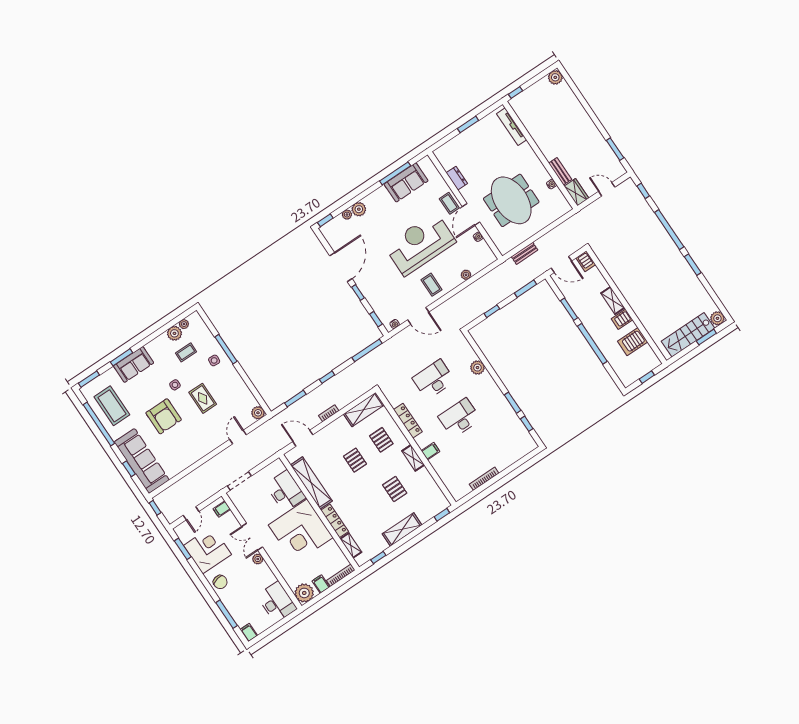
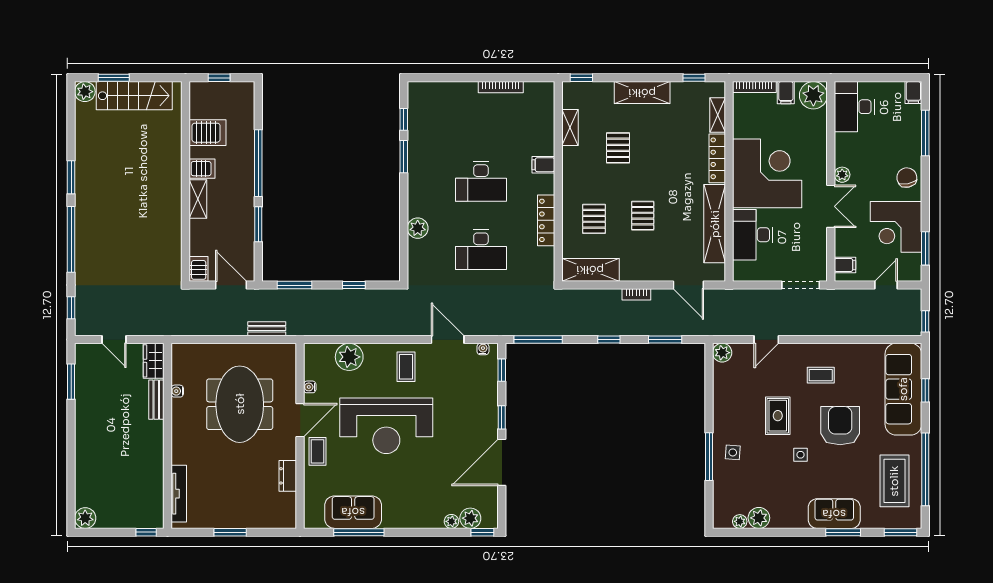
plant: (359, 209) -> (470, 518), moved
plant: (466, 275) -> (349, 357), width x1.88, depth x1.88
coffee table: (186, 352) -> (821, 375), moved
shelving: (413, 458) -> (570, 127), moved

